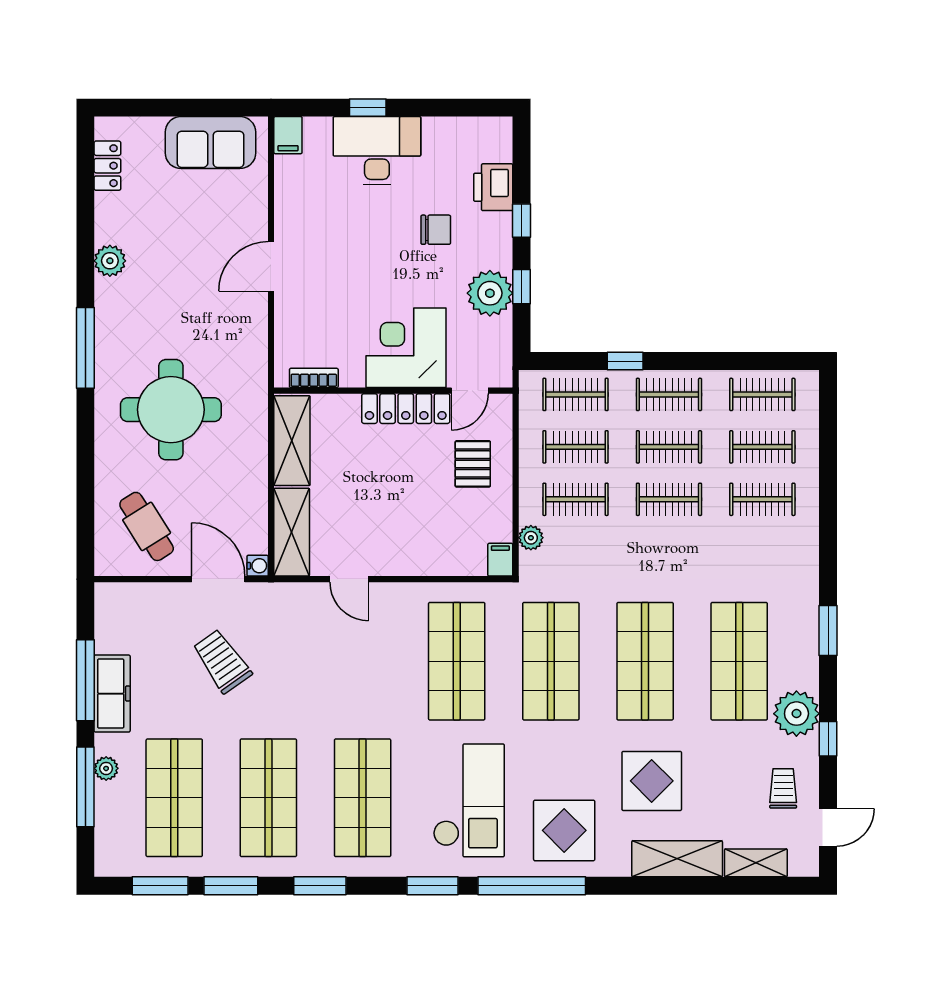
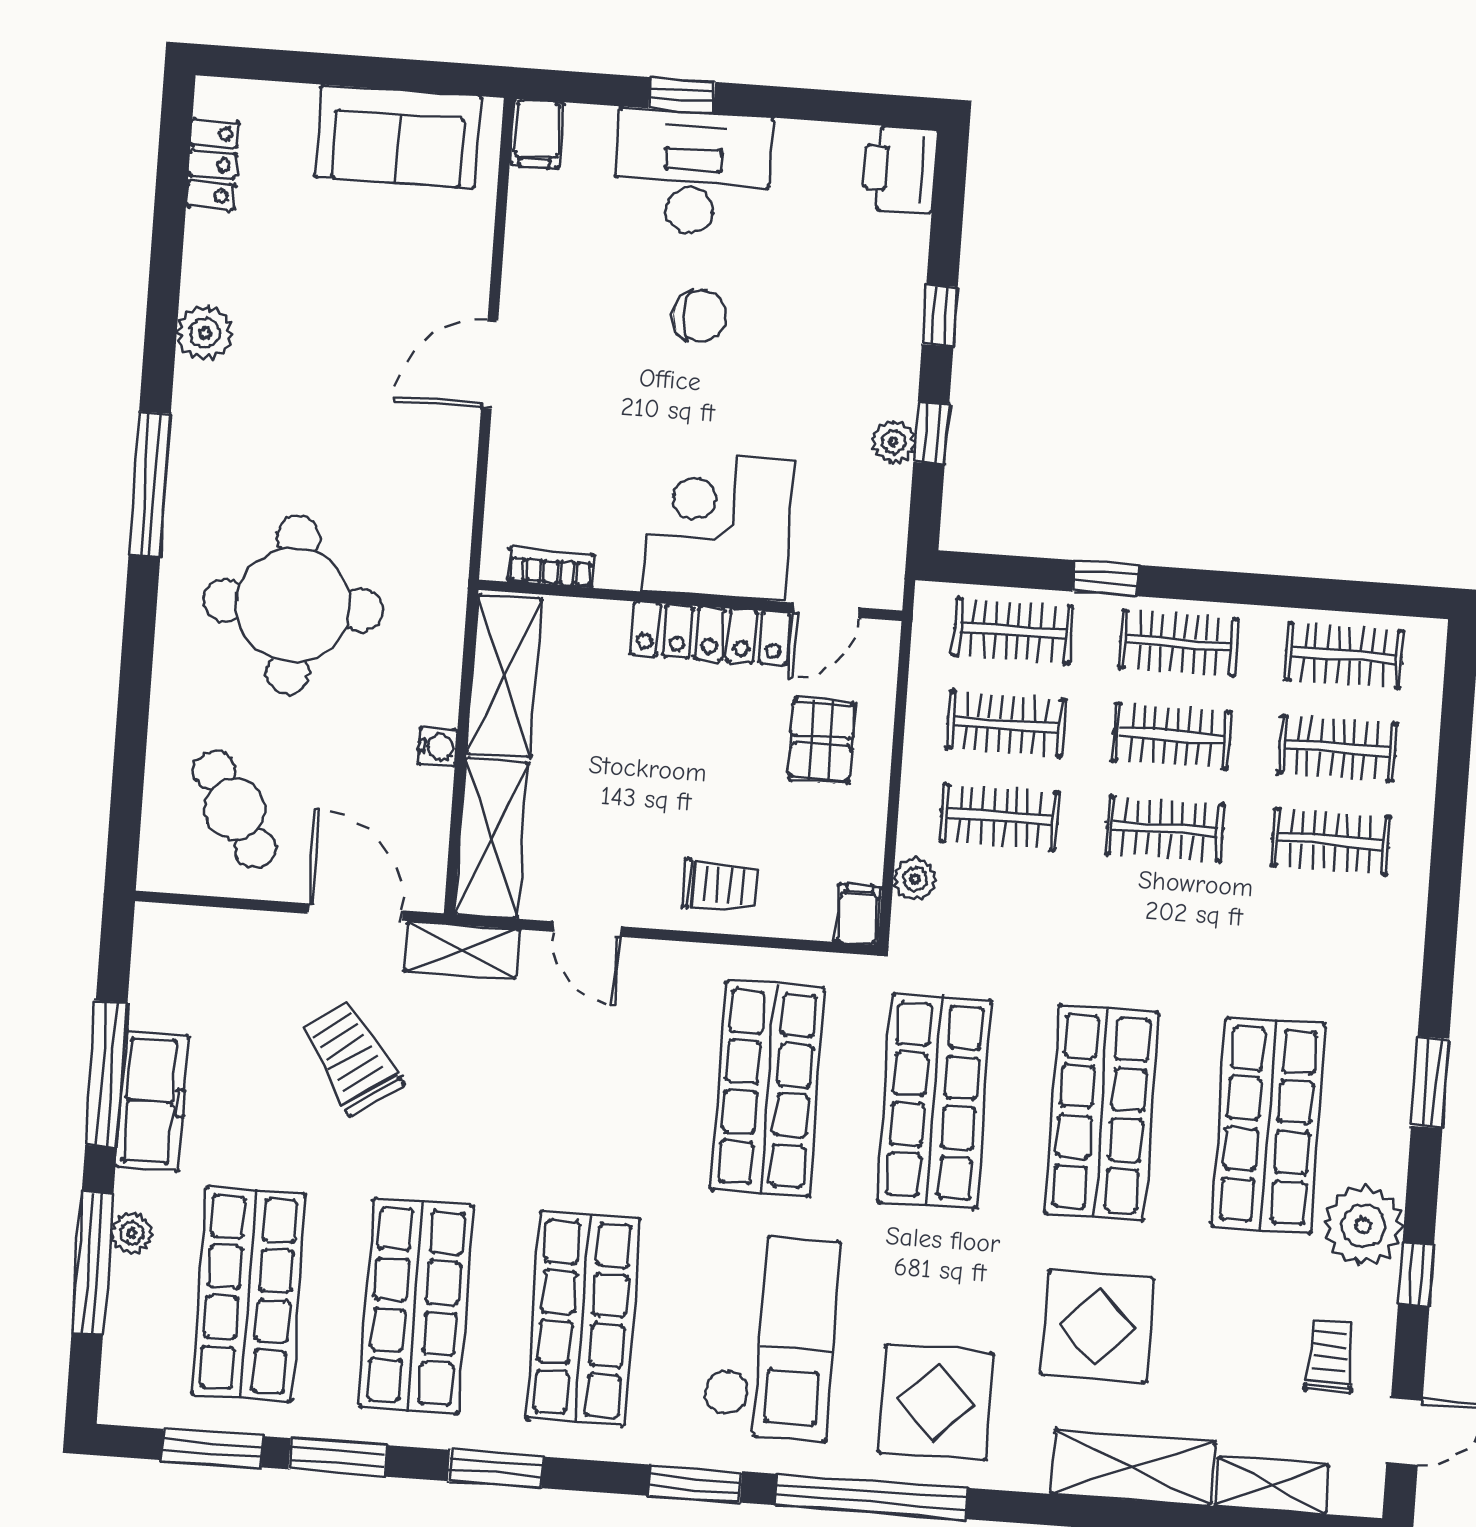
printer: (493, 187) -> (900, 169), moved
chair: (436, 230) -> (700, 316), moved
plant: (490, 293) -> (893, 442), width x0.53, depth x0.53
trolley: (421, 549) -> (719, 885), added
water cooler: (258, 566) -> (437, 747), moved
shelving: (280, 596) -> (462, 950), added

